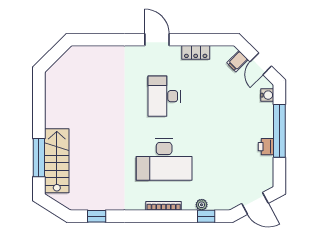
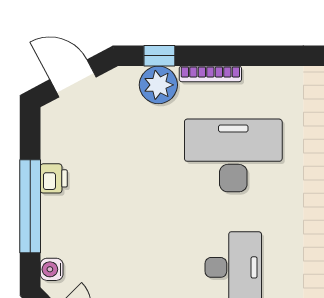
plant: (202, 205) -> (158, 85), width x1.88, depth x1.88
bookcase: (164, 206) -> (210, 74), moved

